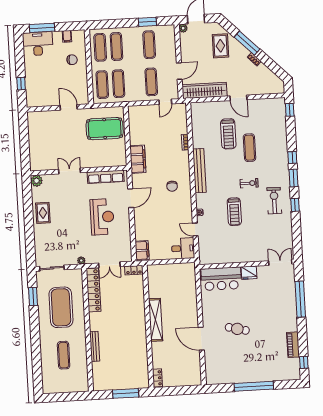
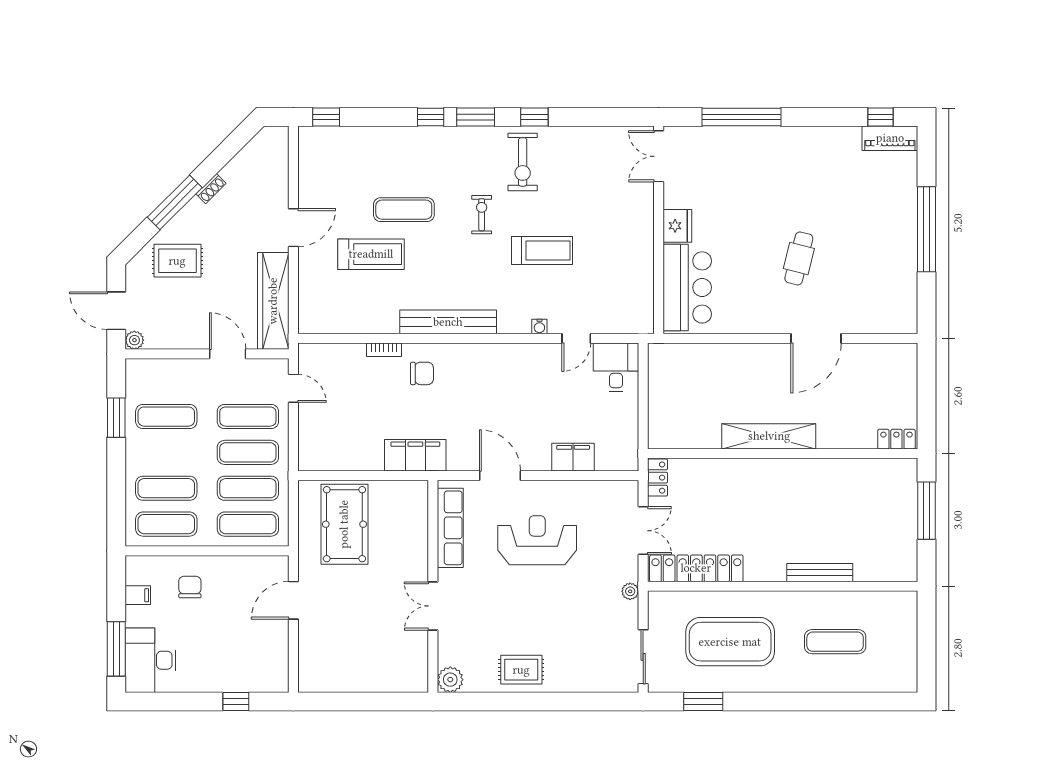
exercise mat: (135, 83) -> (248, 452), added
chair: (172, 186) -> (422, 373), moved
exercise bike: (274, 201) -> (523, 162), turned -90
filing cabinet: (142, 250) -> (573, 457), moved
piano: (293, 345) -> (890, 138), moved

